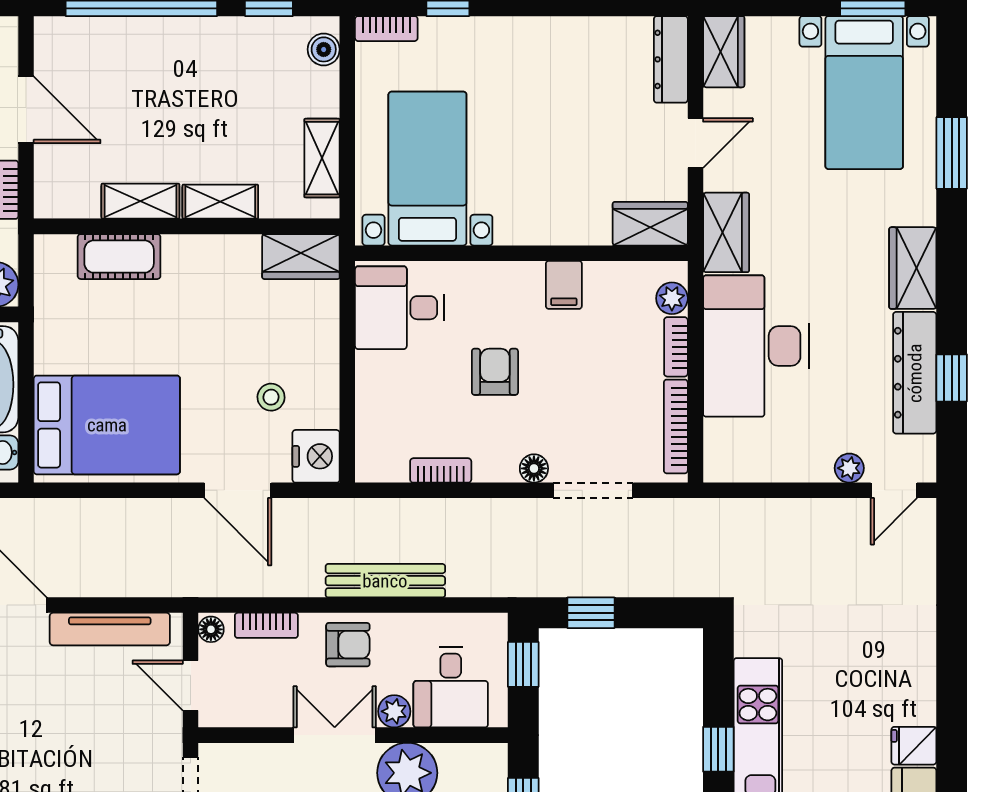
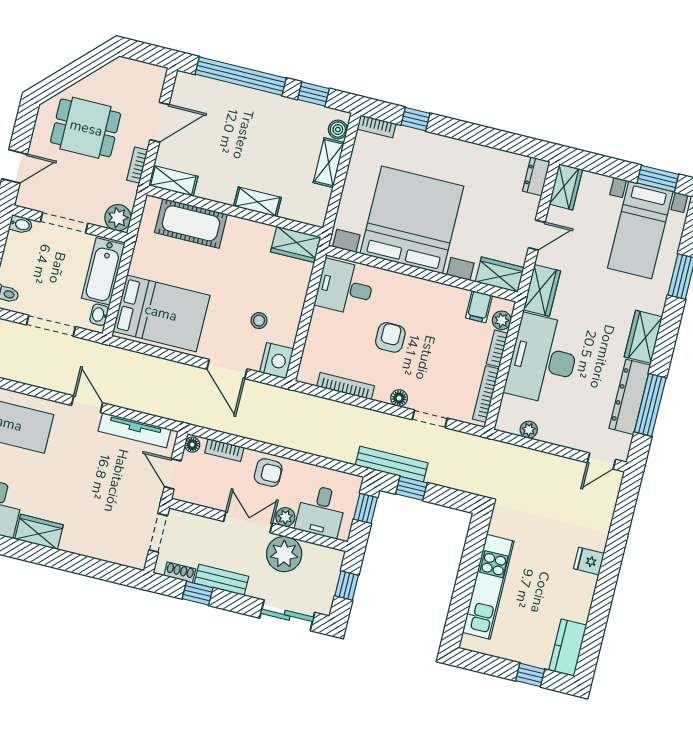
dresser: (671, 59) -> (536, 176), width x0.70
door: (26, 110) -> (160, 122), hinge flipped
shelving: (322, 158) -> (329, 163), moved
bed with nightstands: (427, 169) -> (412, 220), width x1.85
shelving: (140, 201) -> (173, 181), moved
cot: (119, 257) -> (191, 223), width x1.37, depth x1.34
filing cabinet: (564, 285) -> (479, 307), moved
window: (952, 378) -> (650, 405), width x2.17
plant: (849, 468) -> (529, 430), moved
bookcase: (441, 470) -> (346, 386), width x1.56
doorway: (593, 490) -> (430, 419), width x0.73
bench: (385, 581) -> (392, 464), moved
fridge: (914, 746) -> (589, 561), moved
window: (718, 749) -> (465, 584), removed

